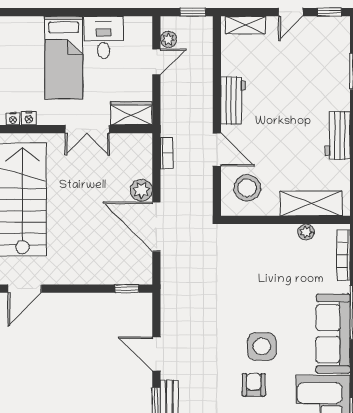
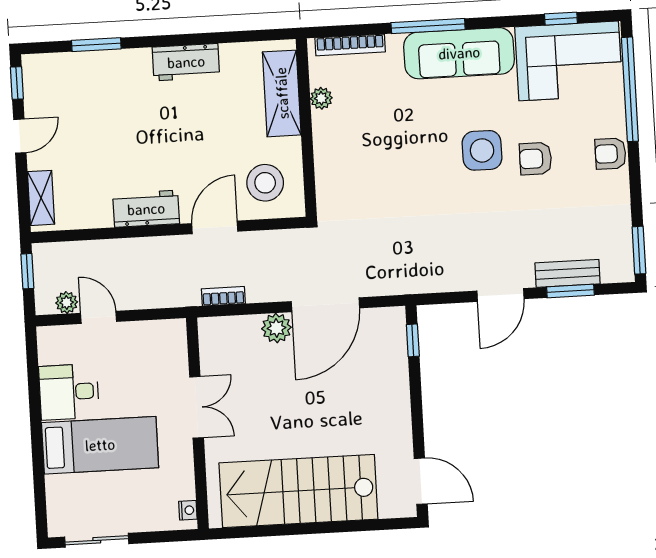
door: (291, 12) -> (20, 136), hinge flipped
wardrobe: (131, 113) -> (171, 348), removed
nightstand: (29, 118) -> (186, 489), removed

